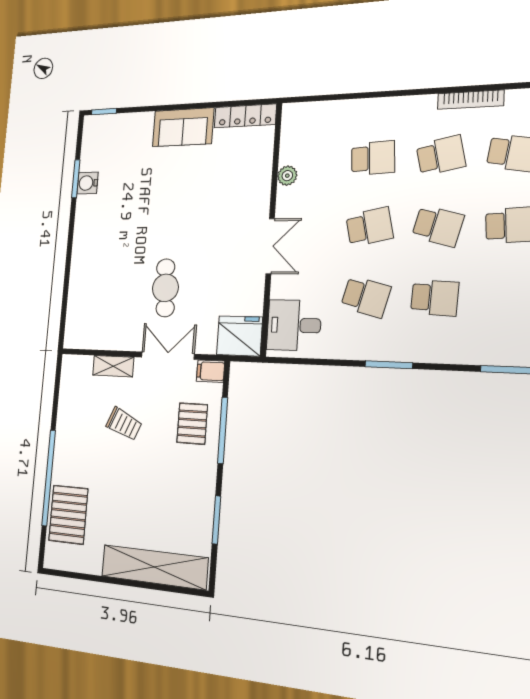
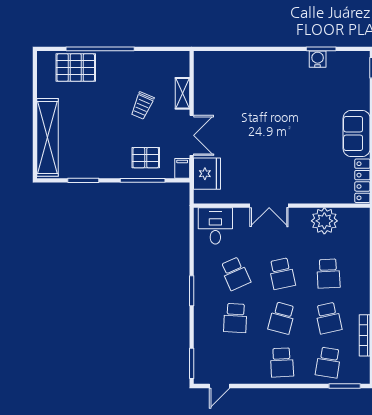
plant: (287, 176) -> (324, 221), width x1.87, depth x1.87
cafe table: (165, 288) -> (239, 129), removed
school desk: (366, 297) -> (235, 274), turned -39
fridge: (239, 336) -> (207, 174), moved

